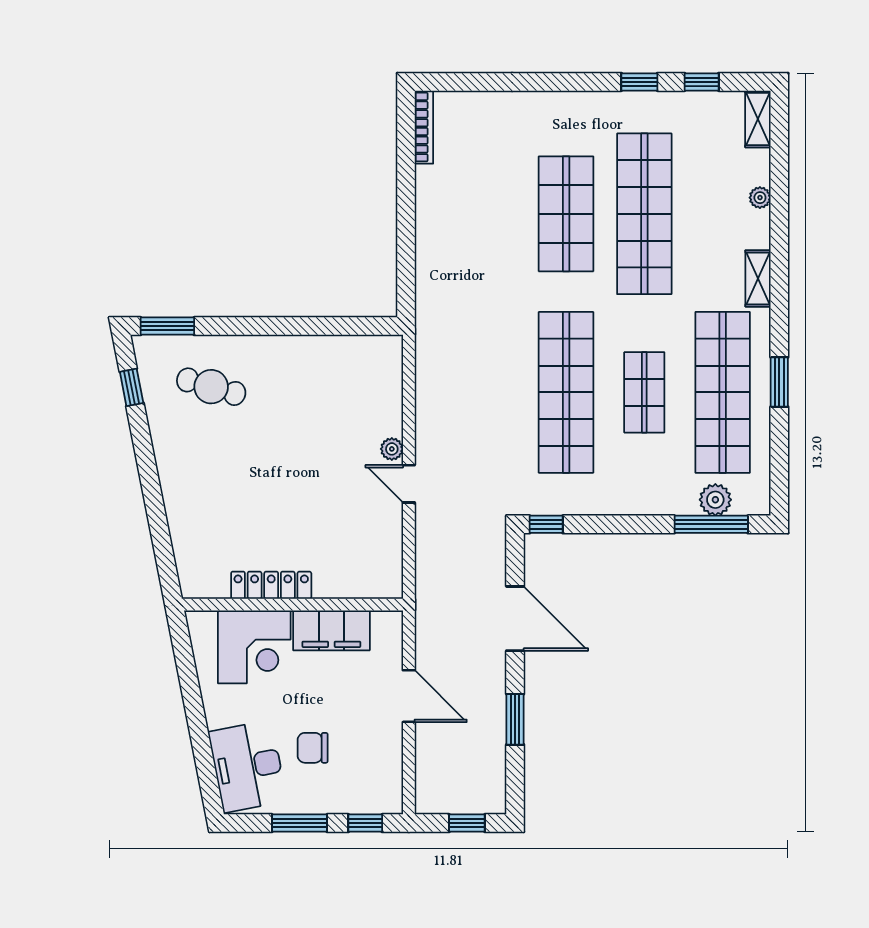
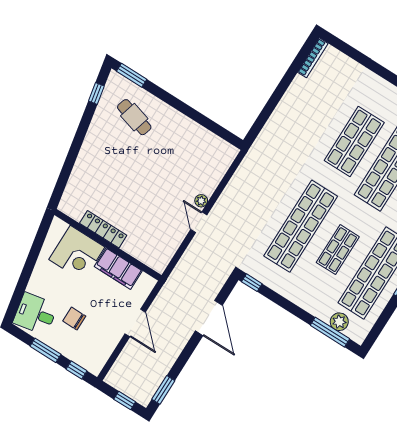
window: (515, 719) -> (163, 390), moved
desk: (247, 766) -> (35, 314), width x0.73

